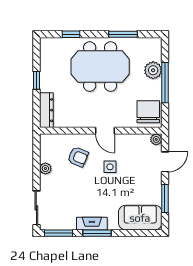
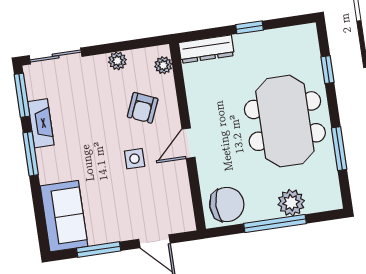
plant: (156, 139) -> (163, 65), moved
fireplace: (92, 224) -> (41, 123), moved

